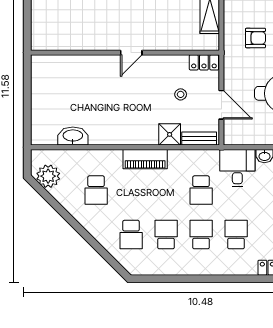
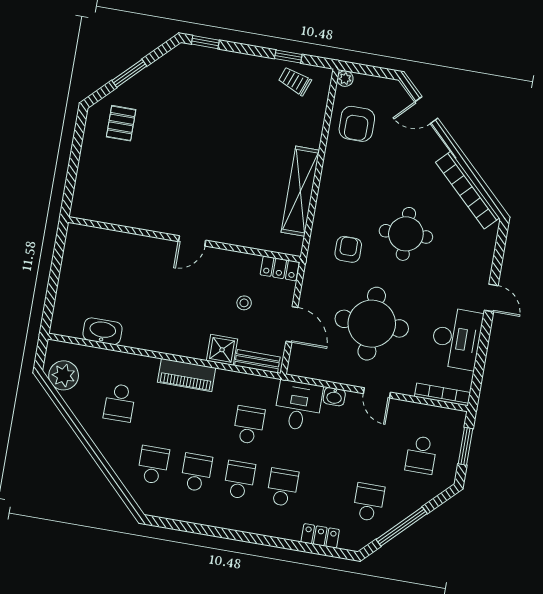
armchair: (255, 38) -> (348, 249), turned -90
school desk: (201, 190) -> (249, 425), turned 180
school desk: (131, 235) -> (153, 465), turned 180

